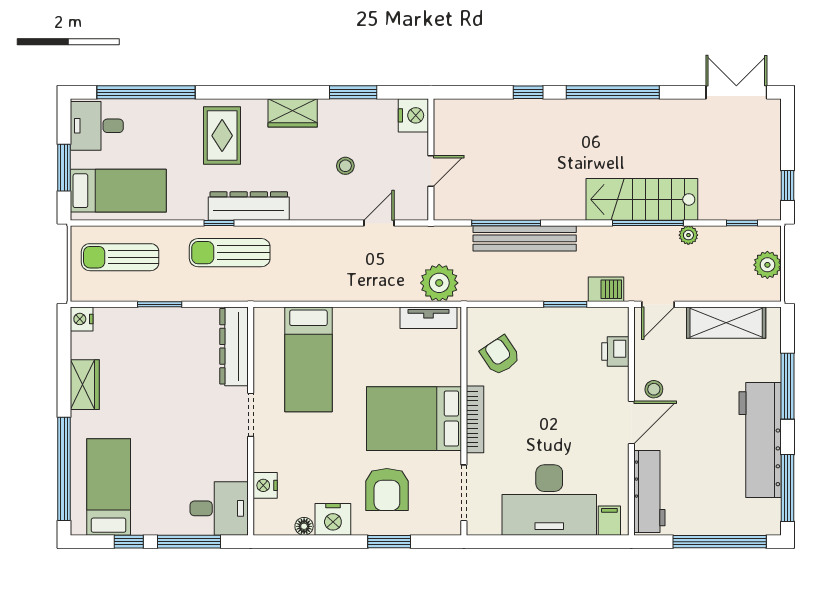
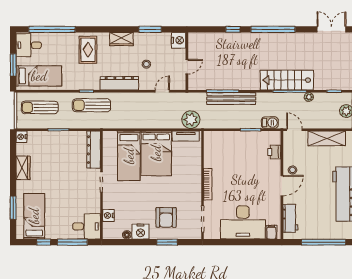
dresser: (249, 206) -> (119, 83), moved
door: (658, 304) -> (294, 130), swing flipped
armchair: (500, 355) -> (220, 154), removed
bed: (414, 419) -> (156, 153), moved, turned -90
window: (64, 469) -> (13, 208), width x0.47
workbench: (649, 491) -> (290, 218), width x0.73

